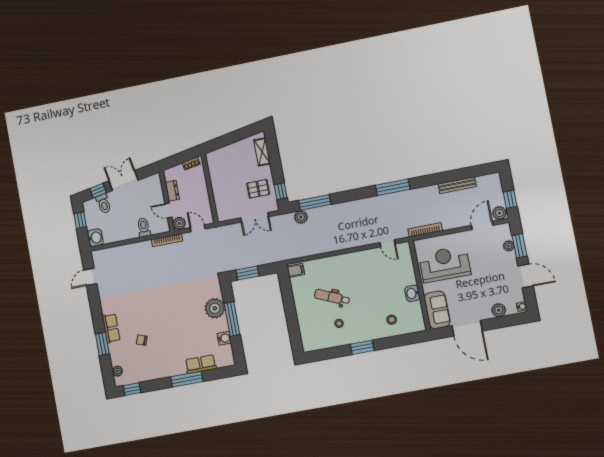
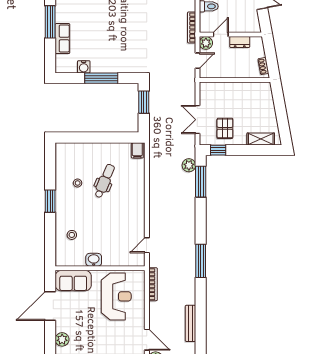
plant: (215, 308) -> (115, 63), removed

